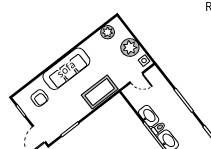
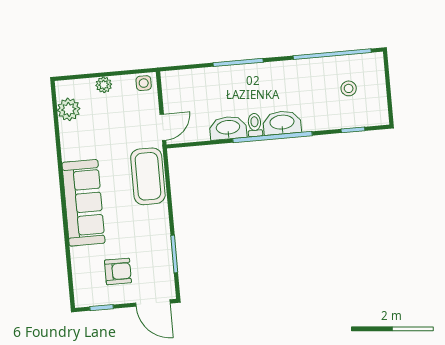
plant: (130, 47) -> (104, 85), width x0.53, depth x0.53
door: (136, 78) -> (163, 127), moved
armchair: (40, 98) -> (118, 271), moved

